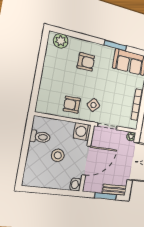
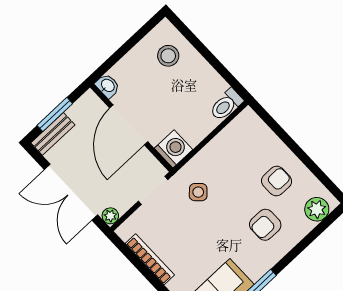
armchair: (72, 105) -> (277, 181), moved
toilet: (40, 137) -> (226, 105), moved
stool: (58, 155) -> (168, 56), moved

